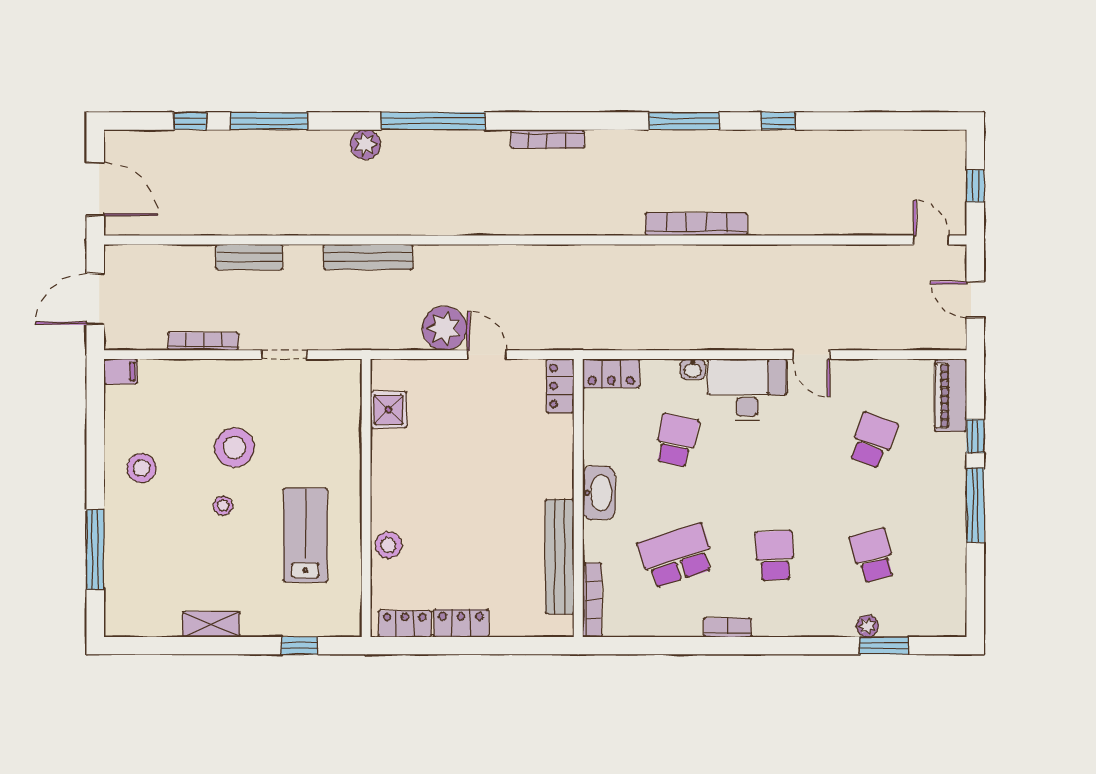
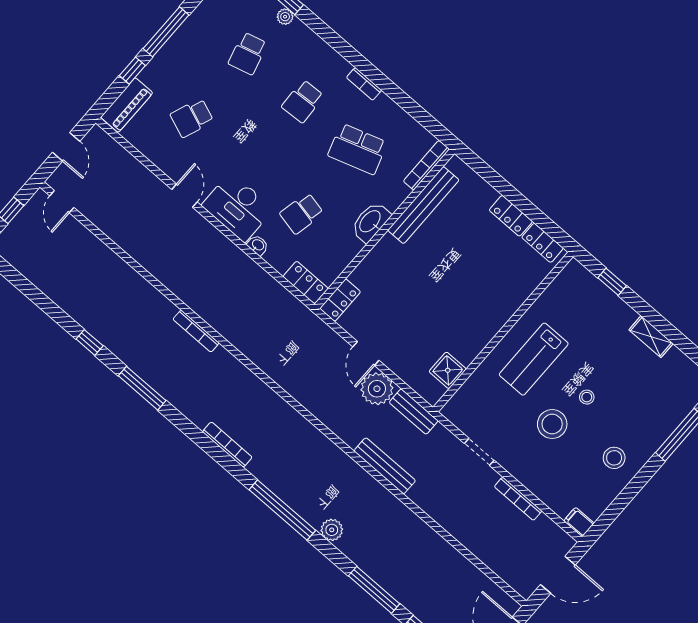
bookcase: (696, 224) -> (196, 331), width x0.68, depth x0.76
bench: (249, 257) -> (414, 412), moved
lab bench: (305, 535) -> (534, 359), moved
stool: (388, 545) -> (514, 295), removed

